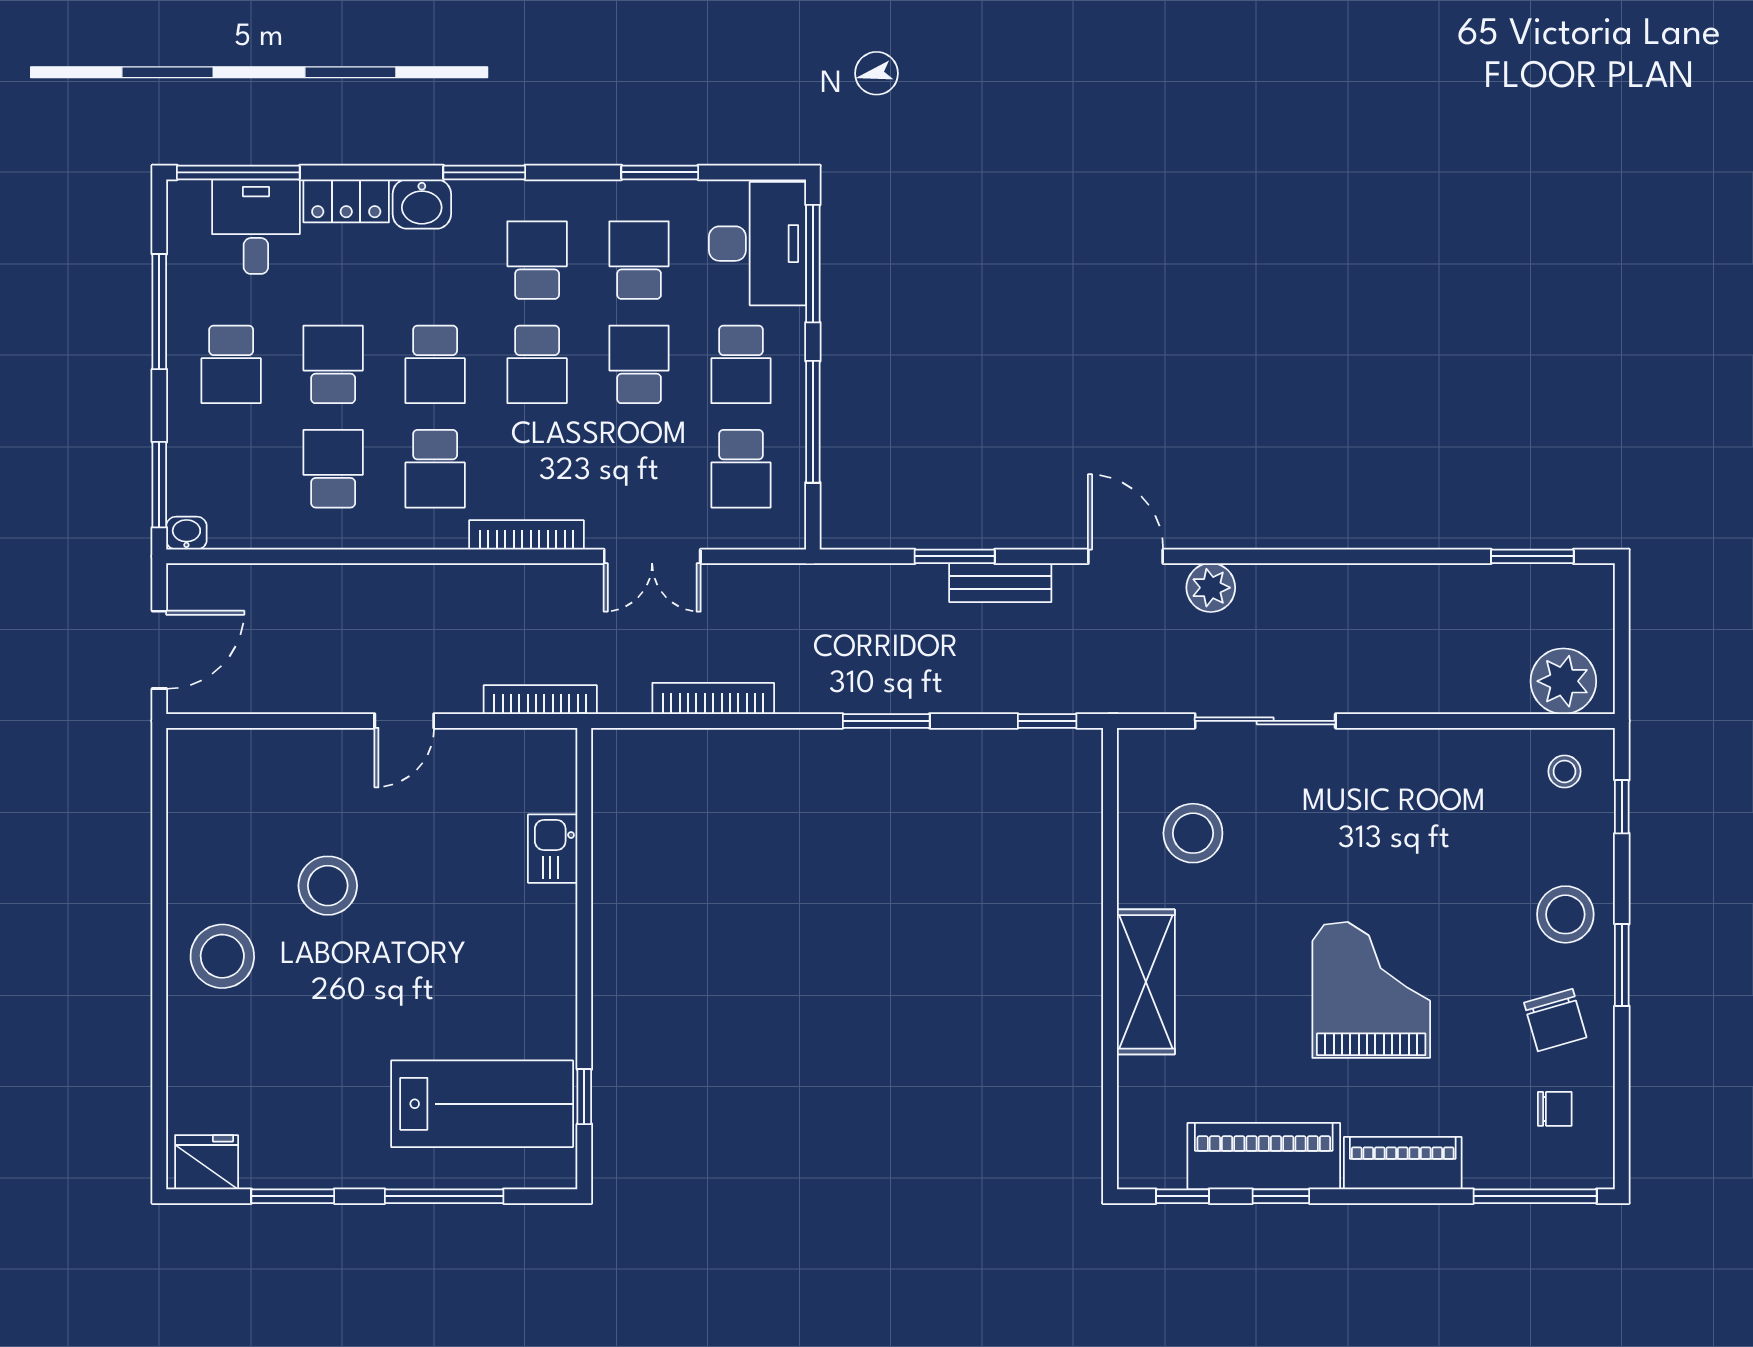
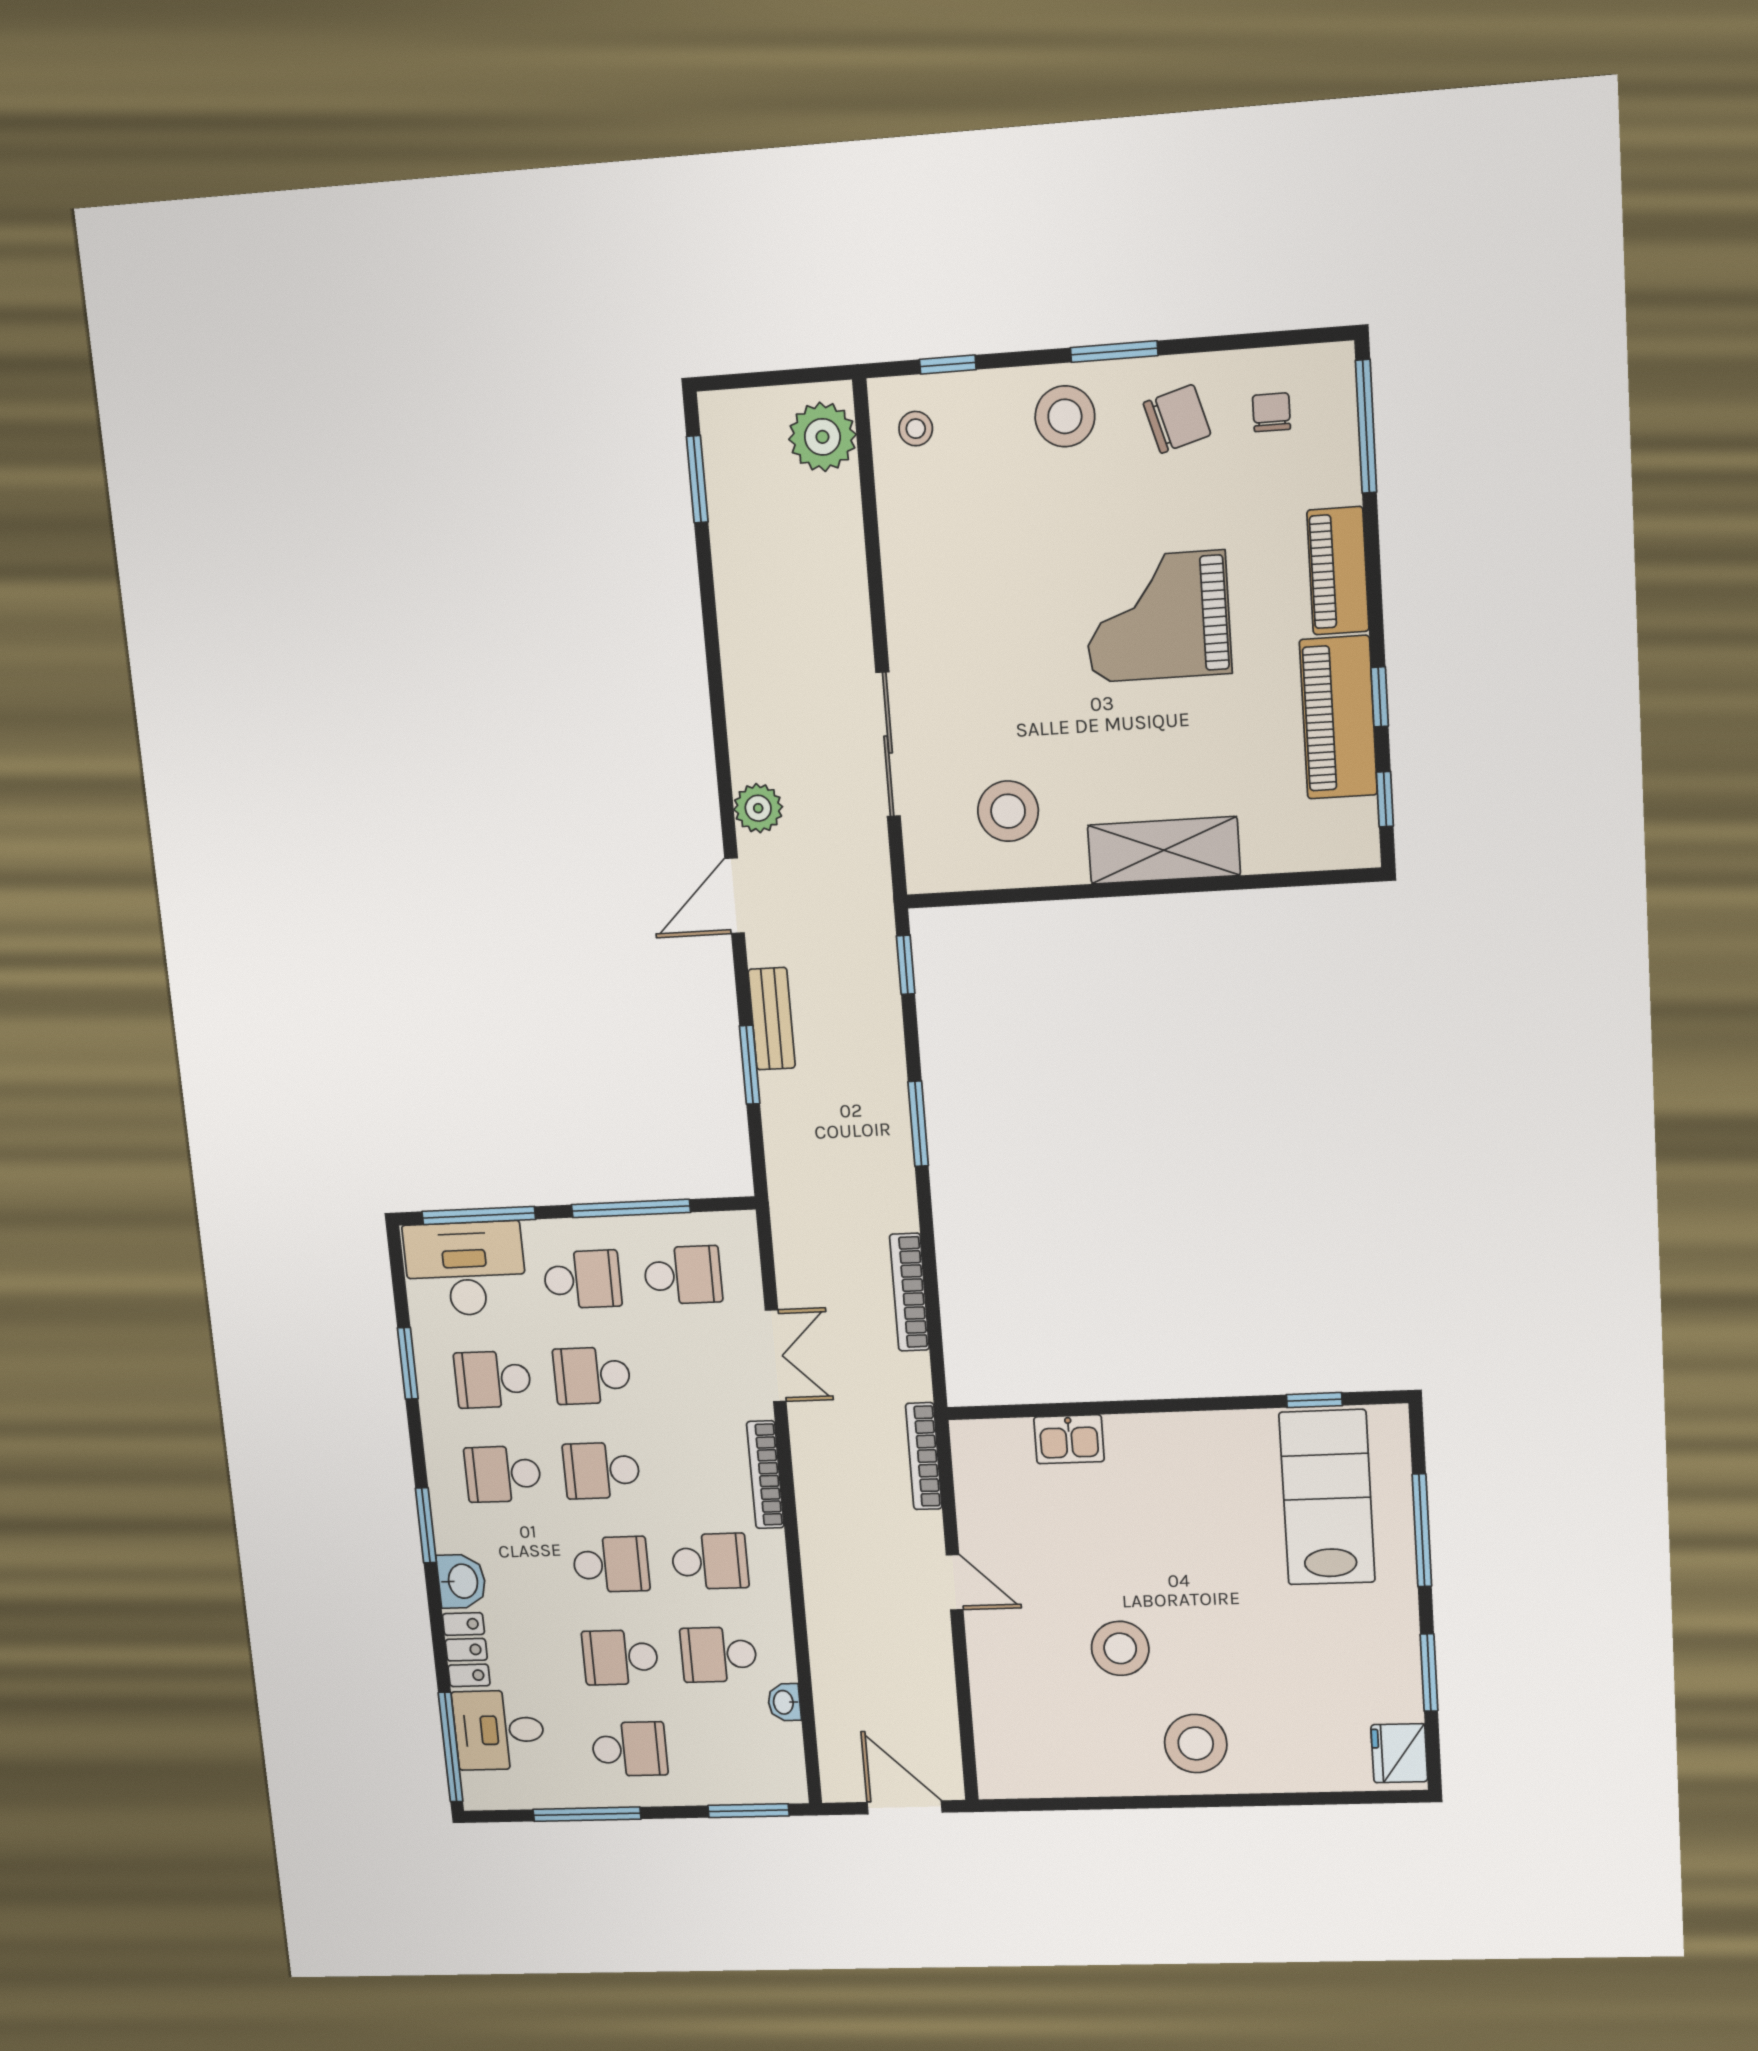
school desk: (537, 364) -> (602, 1471), turned 180
washbasin: (186, 533) -> (784, 1702), moved

